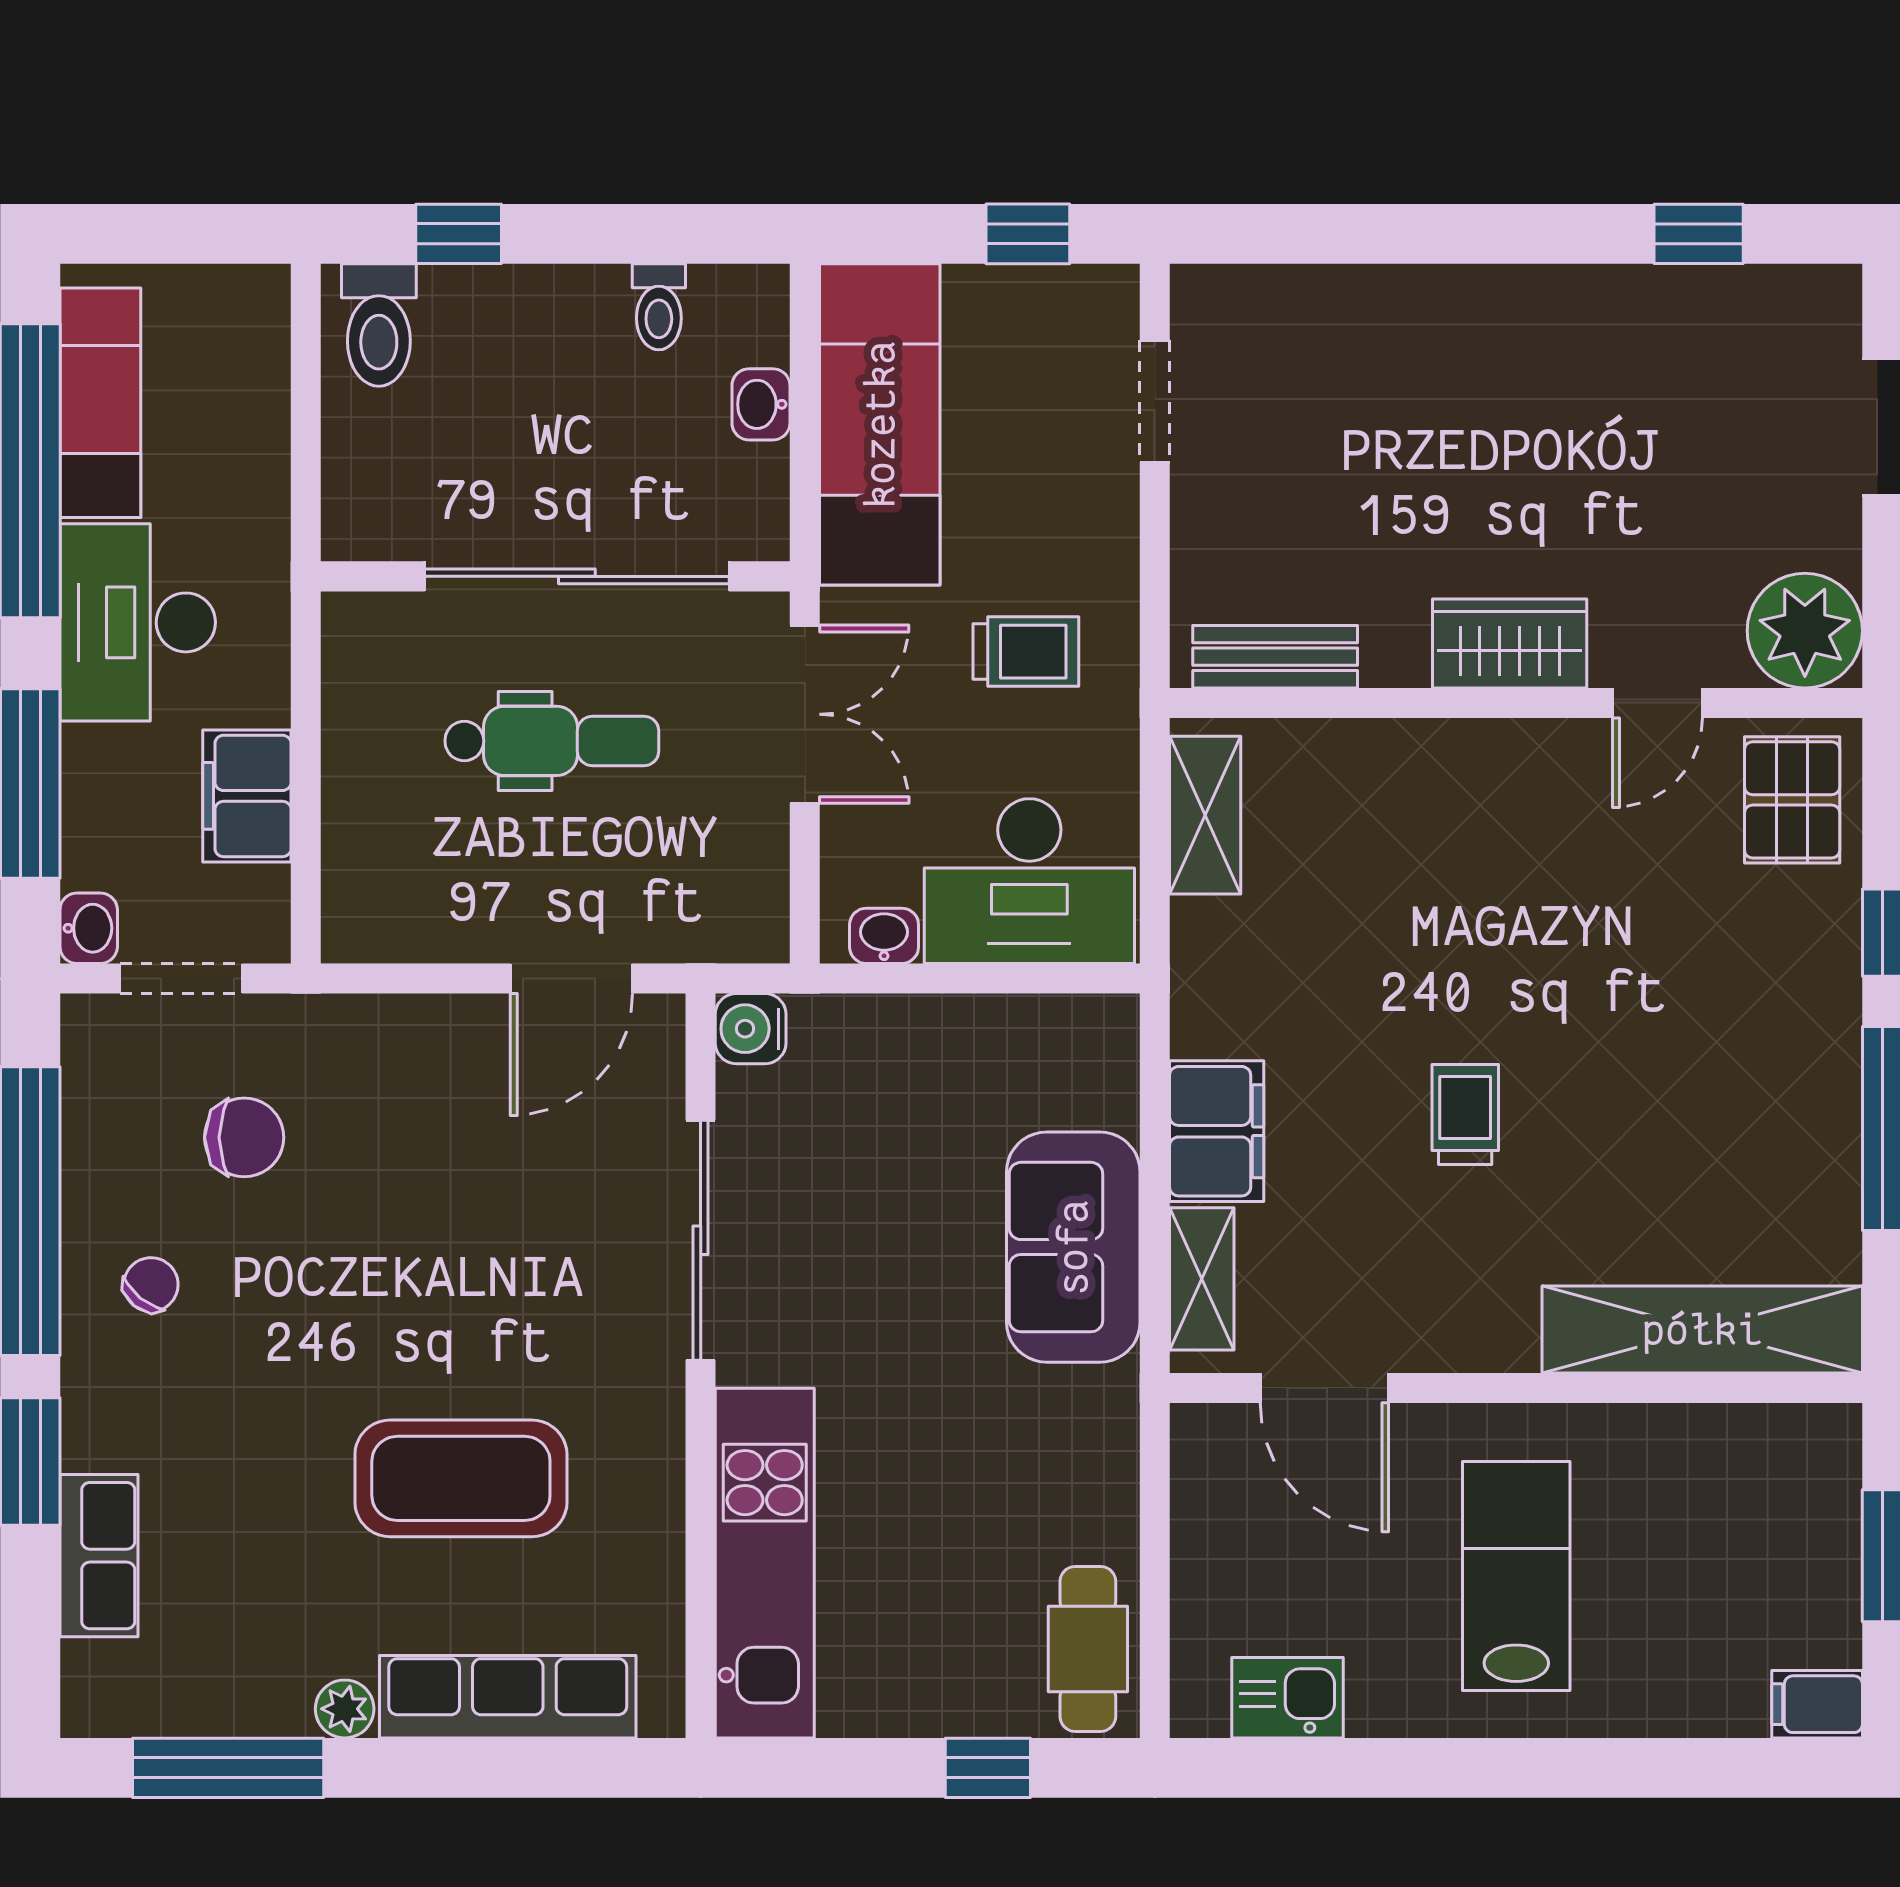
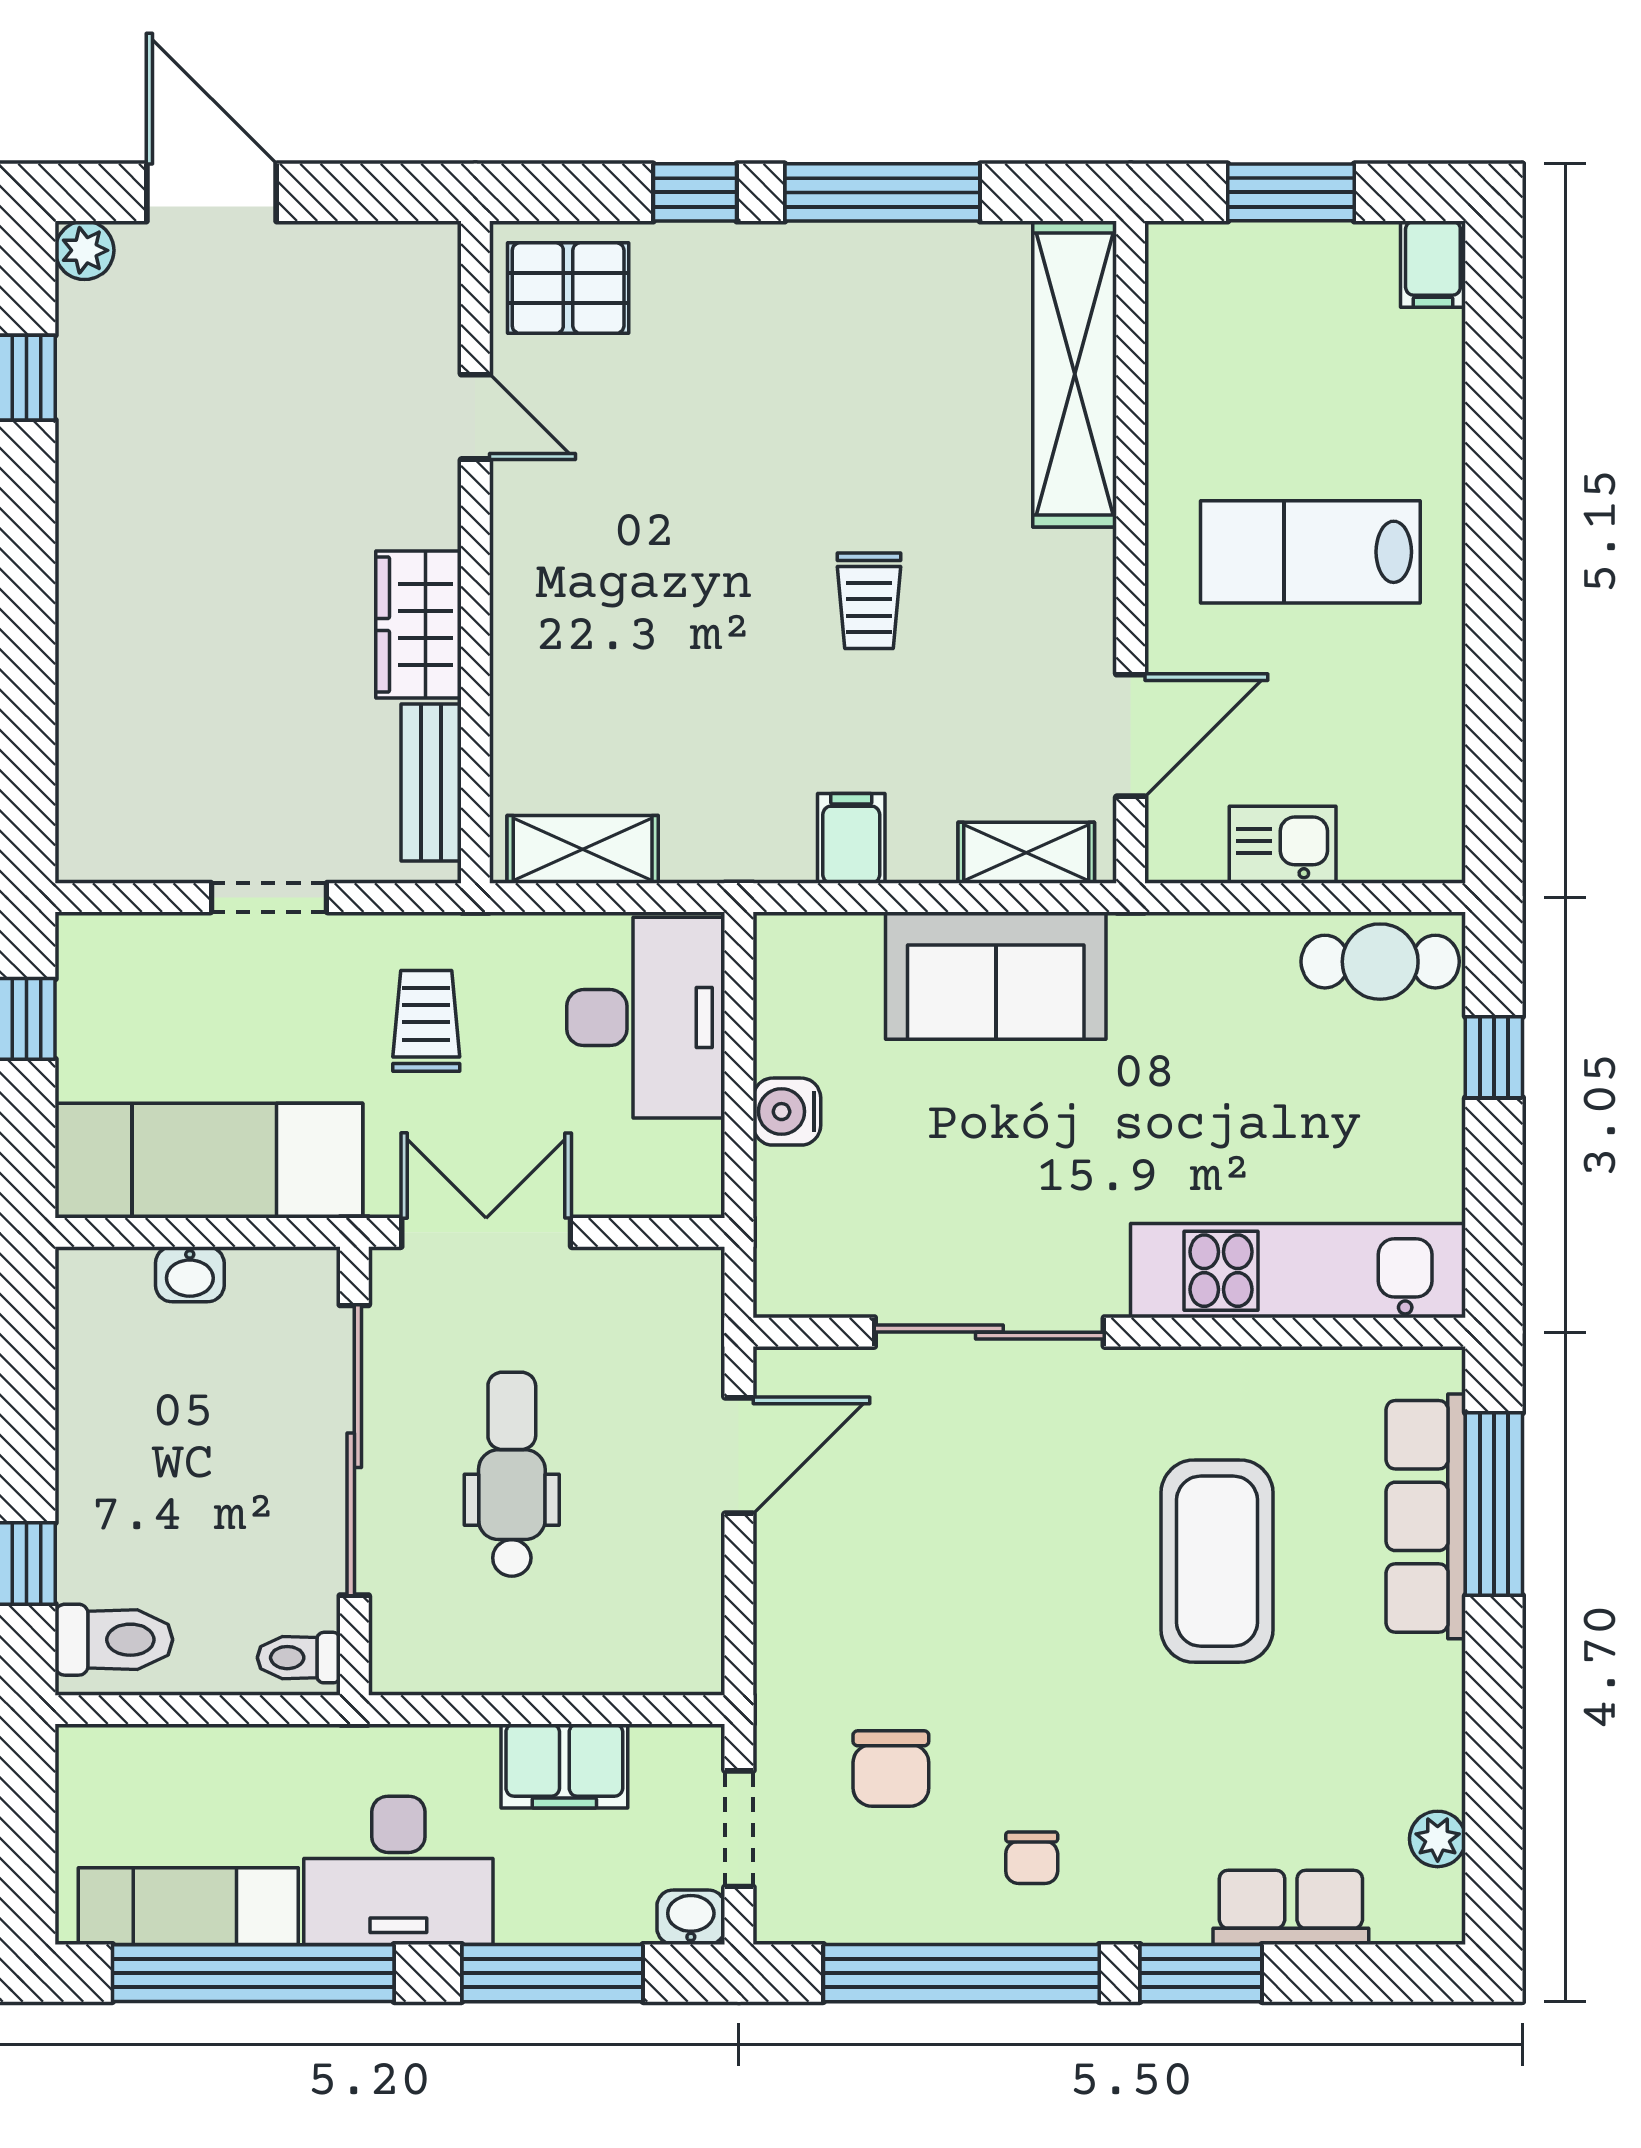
toilet: (659, 307) -> (299, 1658), moved, turned 180
doorway: (1155, 401) -> (269, 898), moved
plant: (1805, 631) -> (85, 250), moved, width x0.53, depth x0.53
wardrobe: (1510, 643) -> (418, 625), moved
washbasin: (884, 936) -> (698, 1157), removed
door: (571, 979) -> (739, 1456), hinge flipped
water cooler: (751, 1029) -> (787, 1112), moved, turned 90
trolley: (1465, 1115) -> (869, 601), turned -90
filing cabinet: (1217, 1131) -> (851, 838), width x0.50
chair: (244, 1137) -> (891, 1769), turned 180
chair: (151, 1285) -> (1032, 1858), turned -129
kitchen sink: (1288, 1698) -> (1283, 845), moved, turned 90
plant: (345, 1709) -> (1438, 1839), moved
window: (228, 1768) -> (1494, 1504), moved

